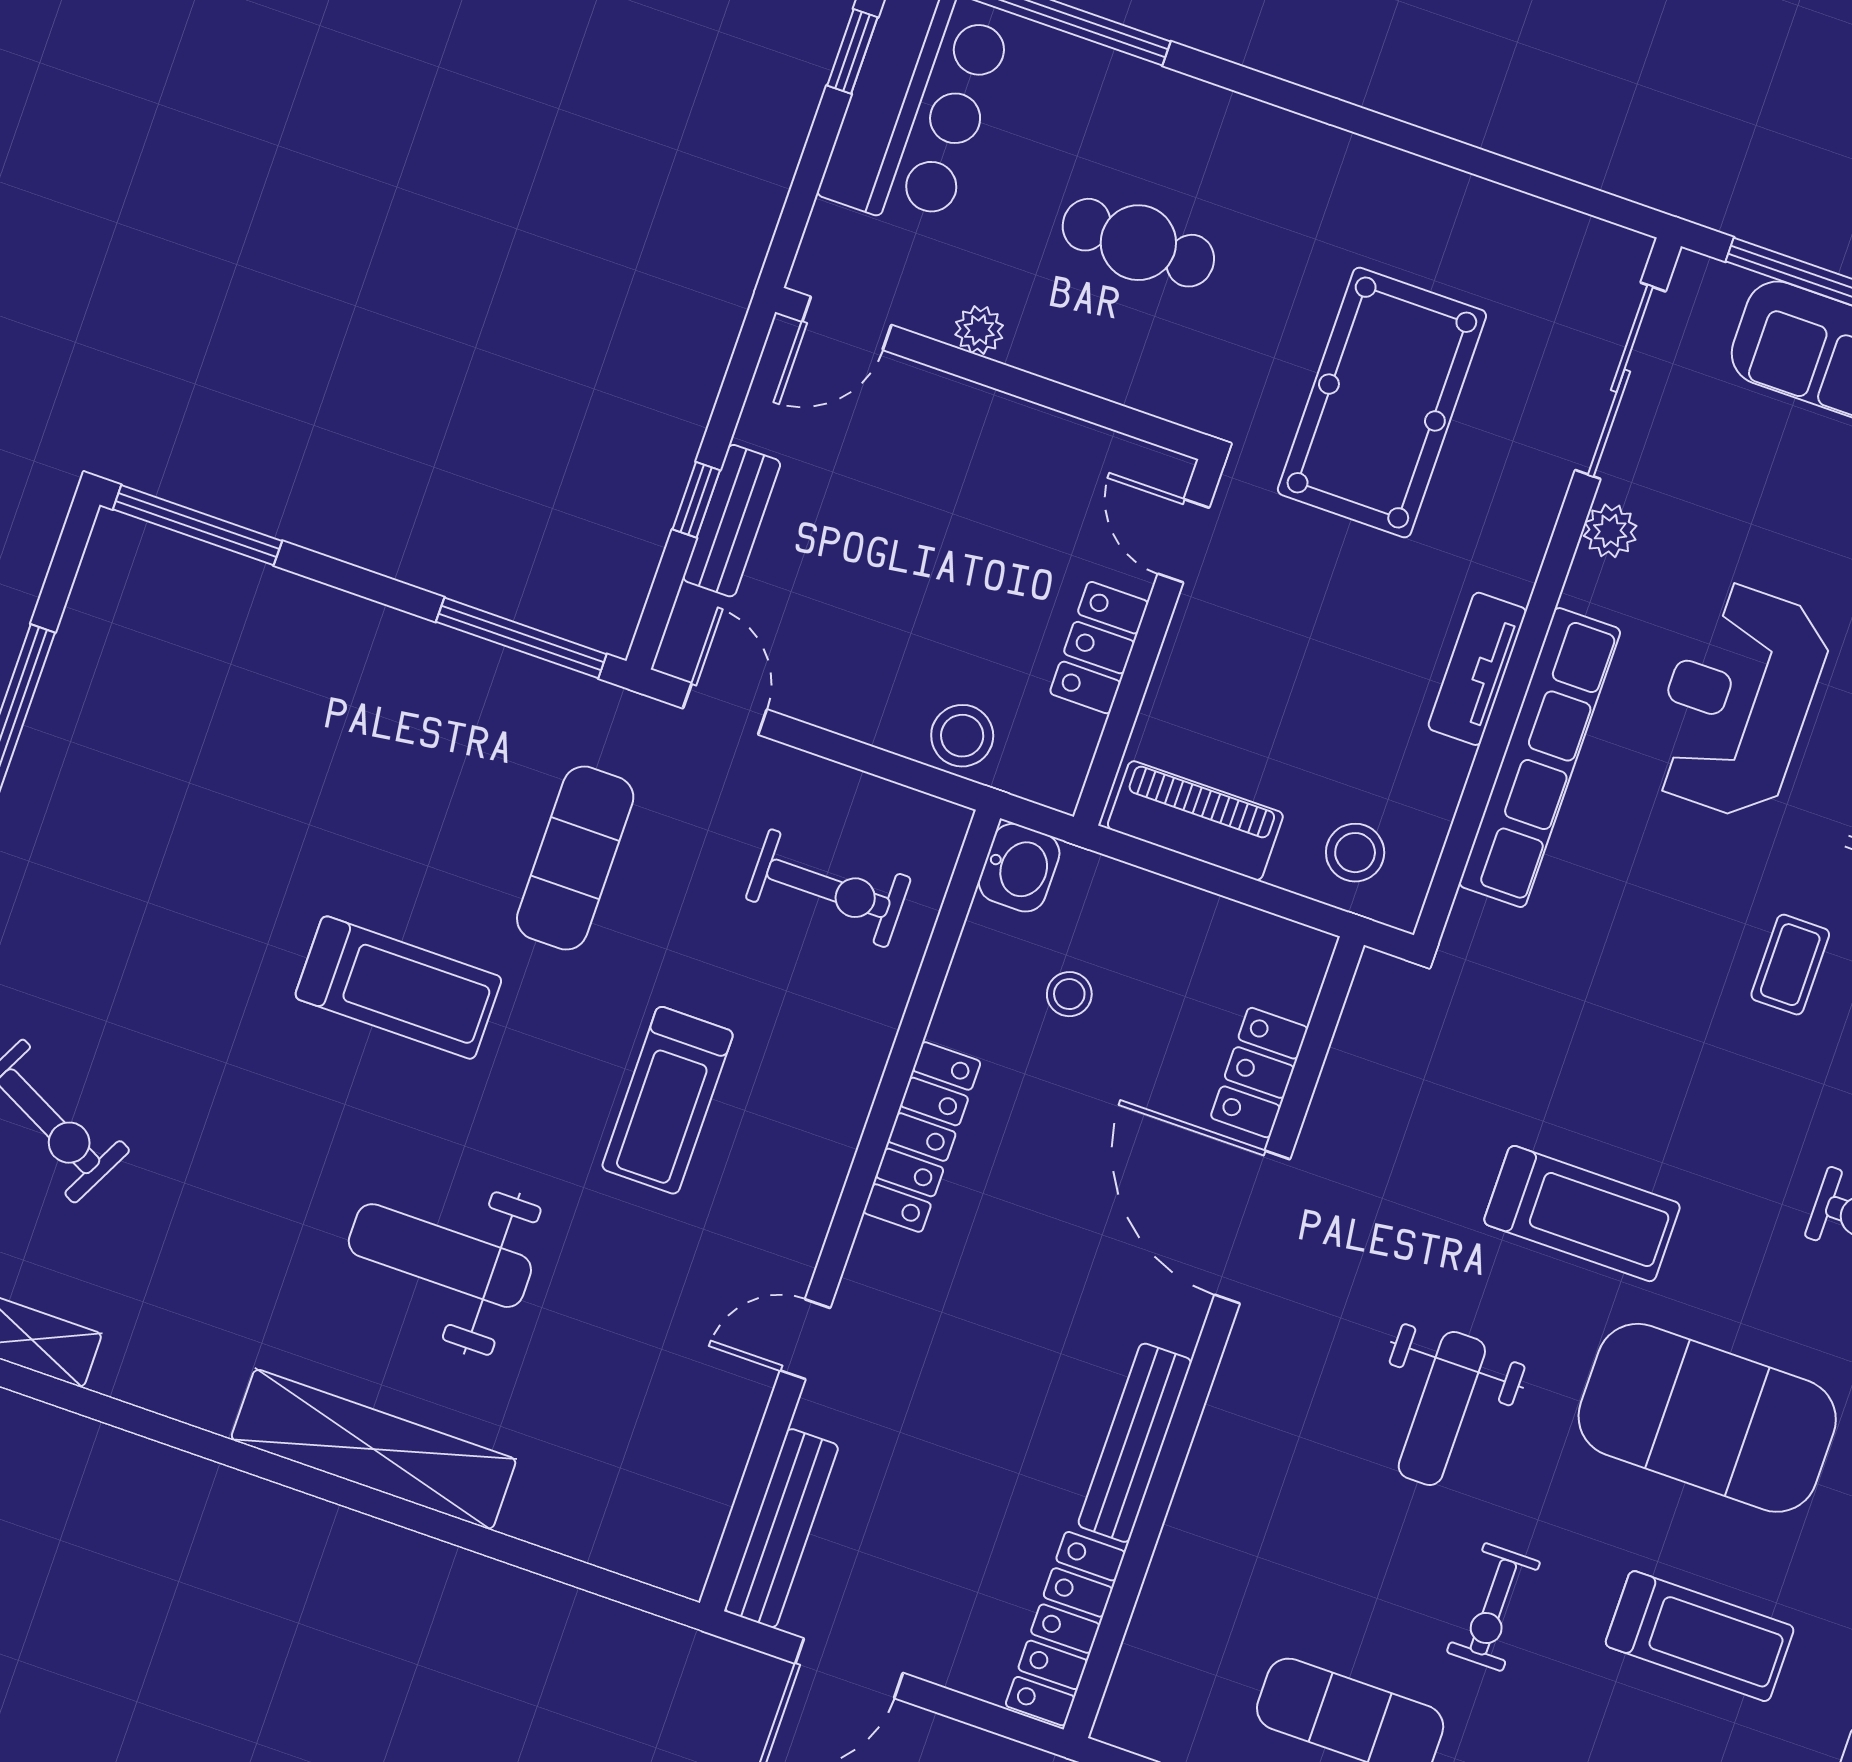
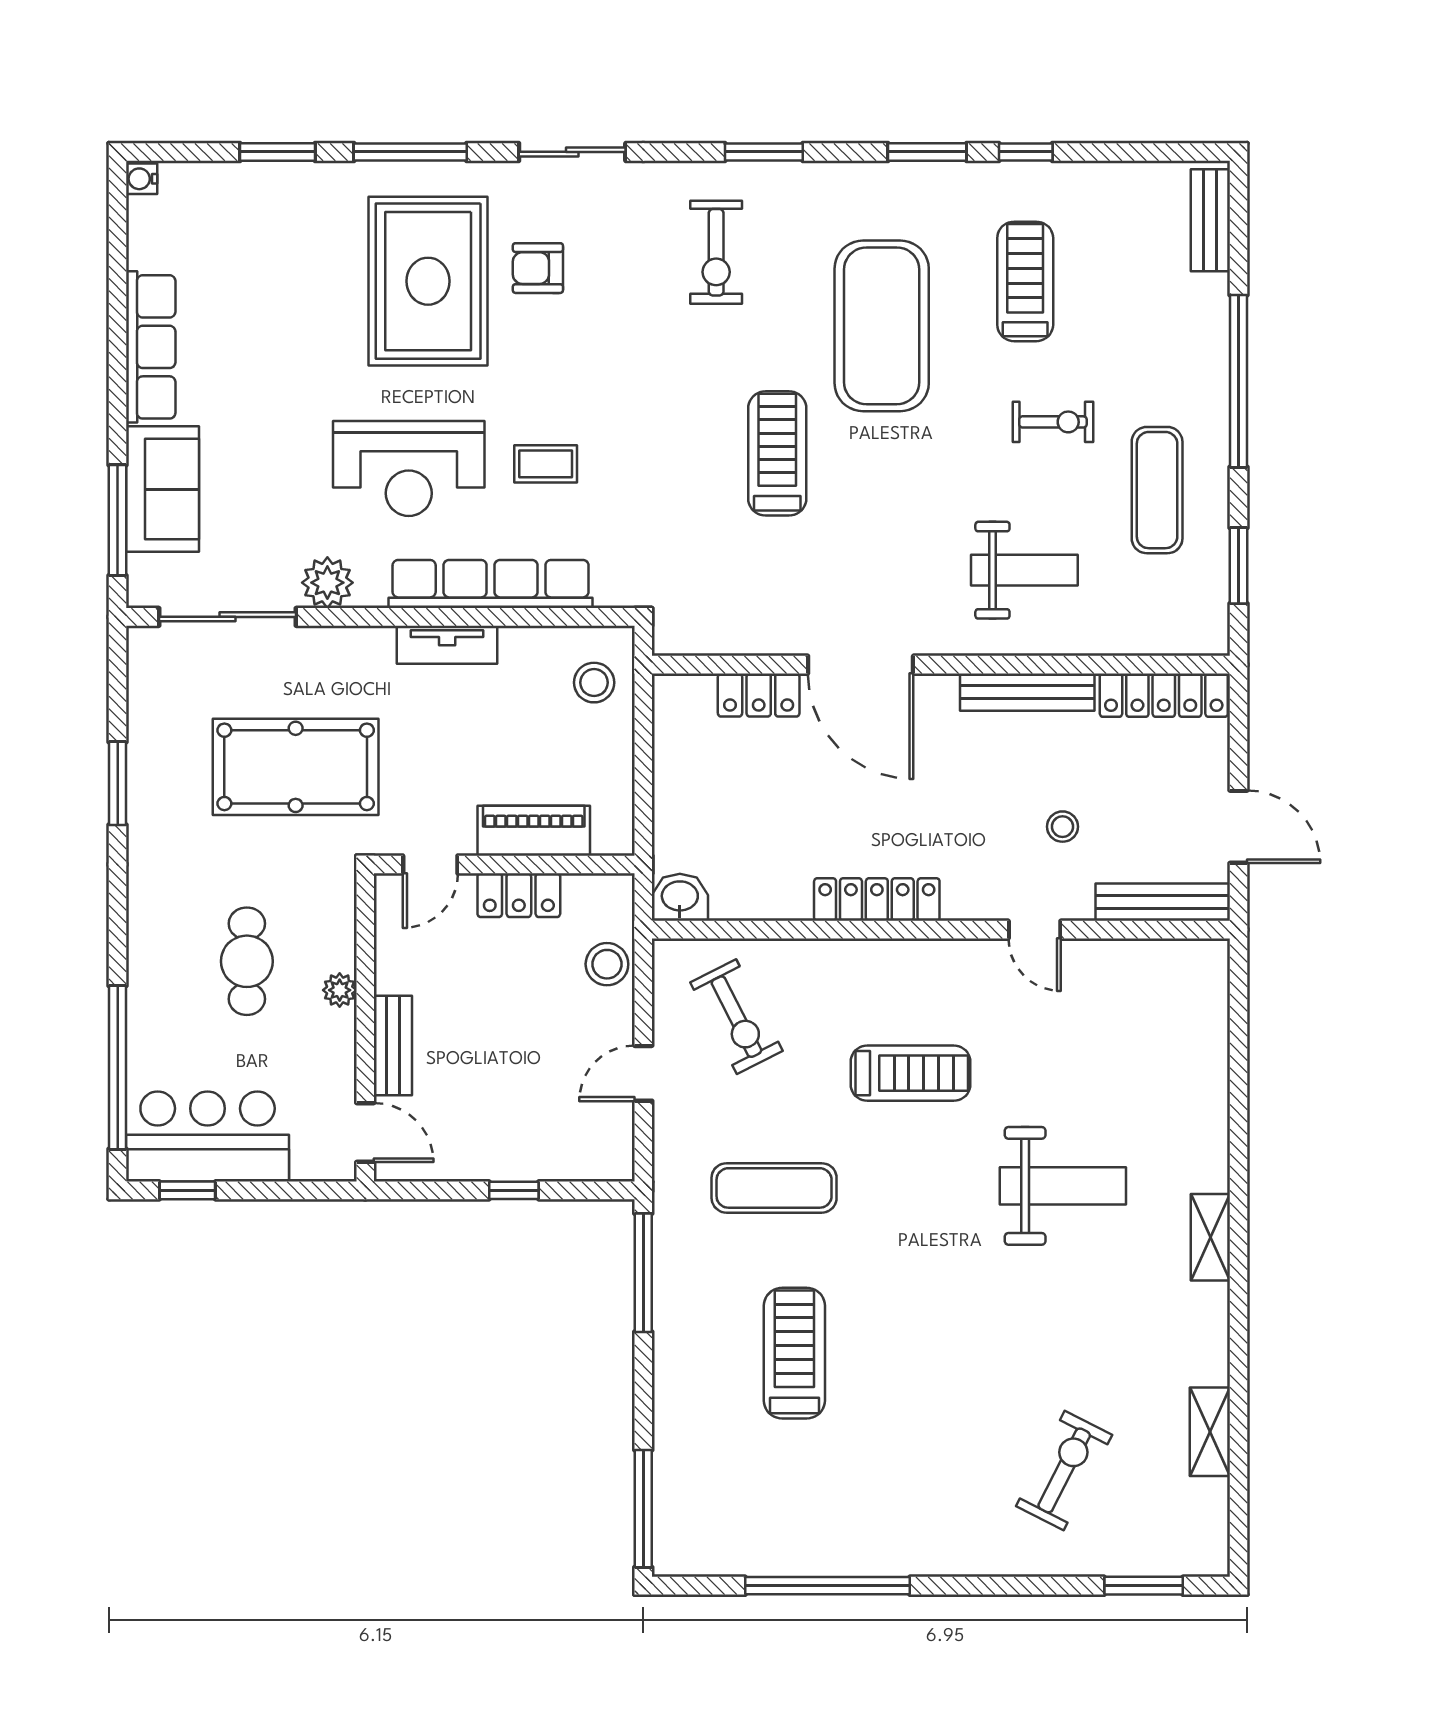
window: (1444, 150) -> (118, 783), added
plant: (979, 330) -> (340, 990), moved
bench: (732, 521) -> (393, 1046), moved, turned 90
plant: (1610, 531) -> (327, 583), width x1.38, depth x1.38
door: (725, 709) -> (643, 1073), moved
piano: (1195, 821) -> (534, 831), moved, turned 90
exercise bike: (828, 888) -> (736, 1017), turned 153
coffee table: (1790, 965) -> (546, 464), moved
treadmill: (398, 988) -> (794, 1353), moved
stool: (1069, 994) -> (1062, 827), moved
door: (1252, 1227) -> (861, 665), hinge flipped
weight bench: (440, 1256) -> (1063, 1186), turned -90
weight bench: (1442, 1408) -> (1024, 570), moved
shelving: (374, 1449) -> (1210, 1237), width x0.45, depth x0.75

